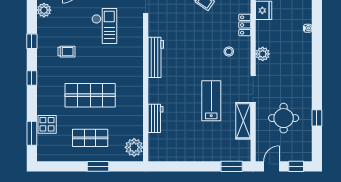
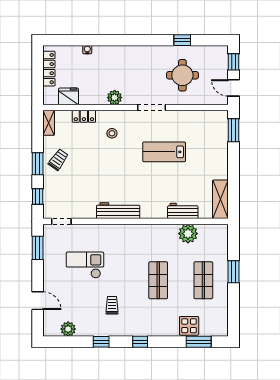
shop shelf: (90, 95) -> (158, 280), width x0.70, depth x0.74
shelving: (243, 121) -> (220, 199), moved, turned 90
plant: (134, 147) -> (188, 234), moved

